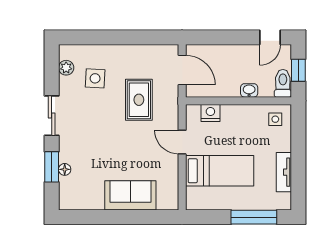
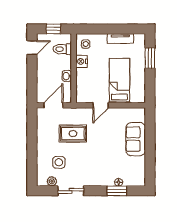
door: (270, 37) -> (32, 48), hinge flipped
toilet: (283, 83) -> (62, 49), moved
washbasin: (249, 90) -> (67, 76), moved
nightstand: (210, 113) -> (82, 61), moved
sliding door: (52, 116) -> (71, 191), moved
window: (254, 217) -> (150, 58), width x0.69

